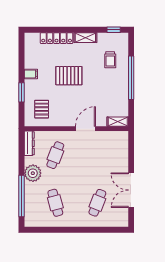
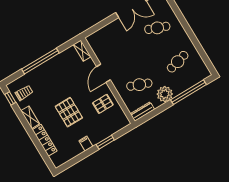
trolley: (110, 60) -> (24, 93), moved
pallet: (42, 109) -> (103, 104), moved
door: (85, 129) -> (103, 73), hinge flipped

